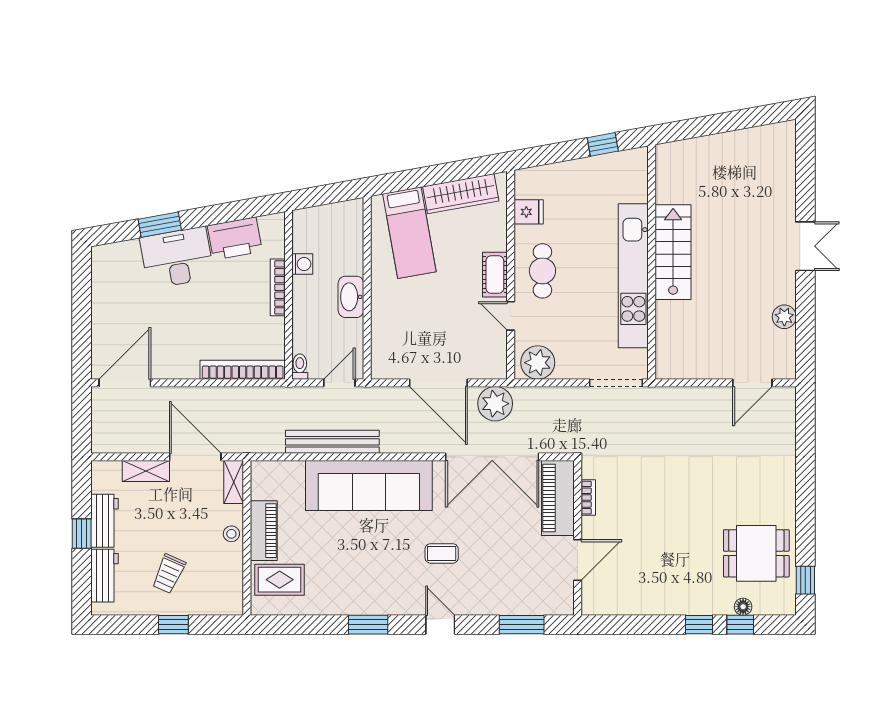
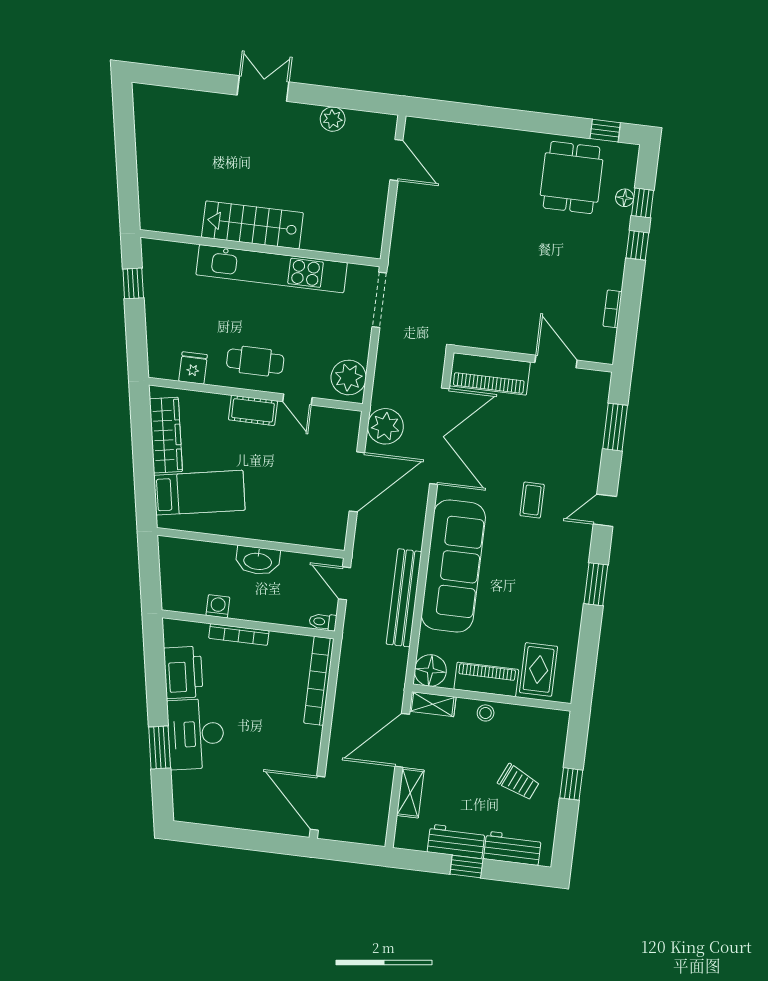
door: (511, 316) -> (297, 399), hinge flipped
floor lamp: (266, 476) -> (430, 670), added
bookcase: (588, 498) -> (613, 309), moved, turned -90

